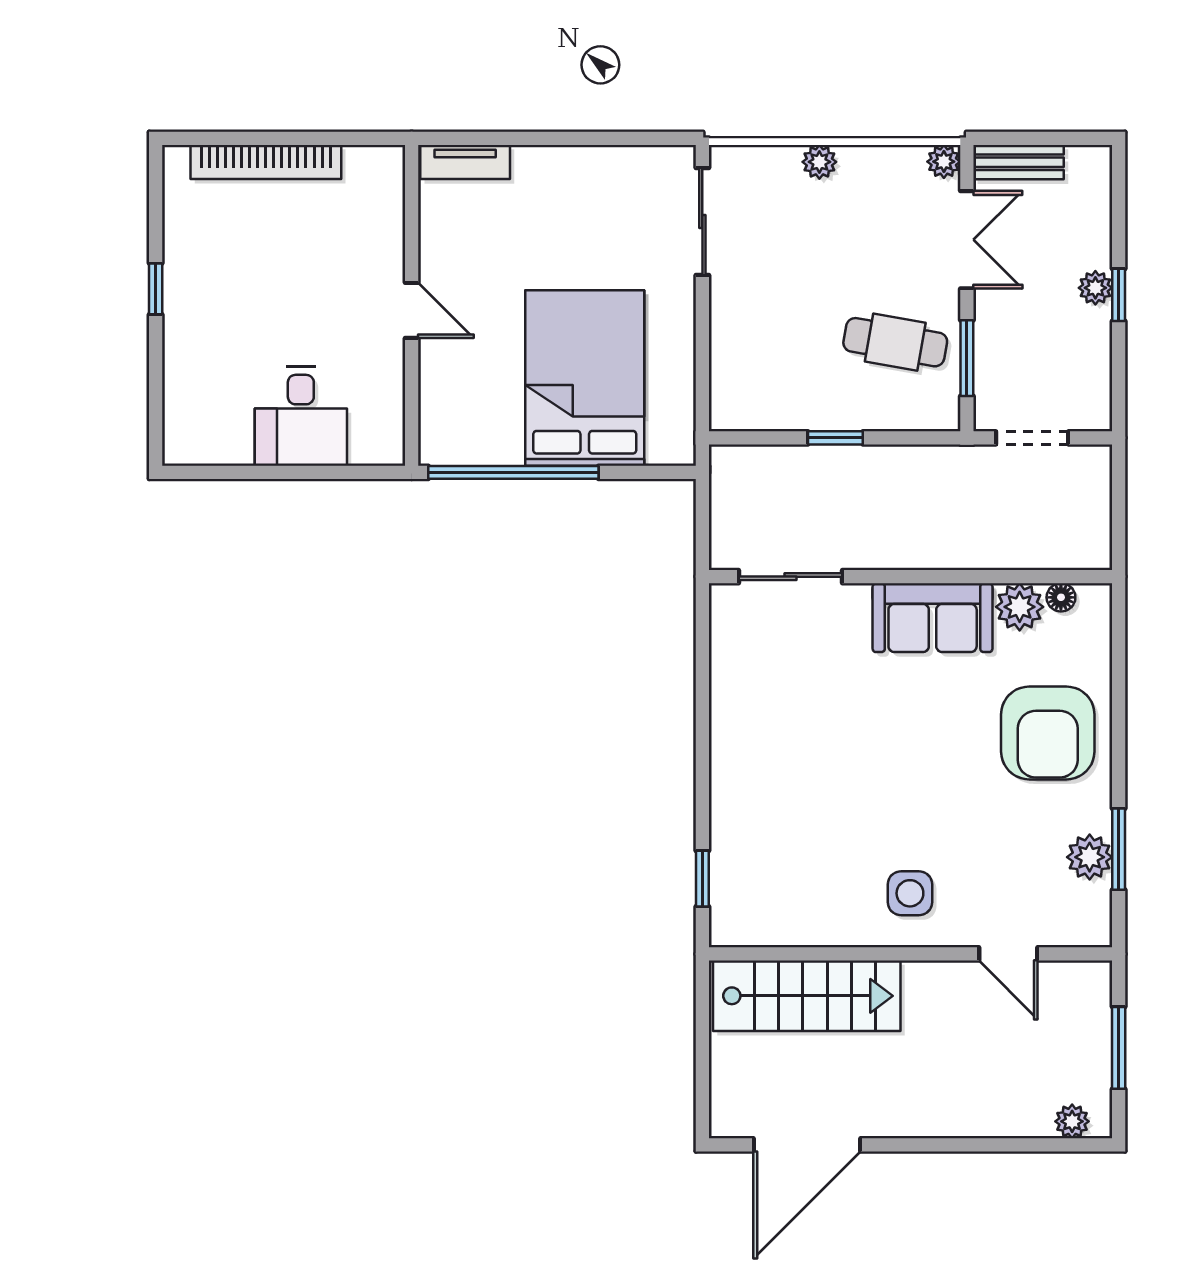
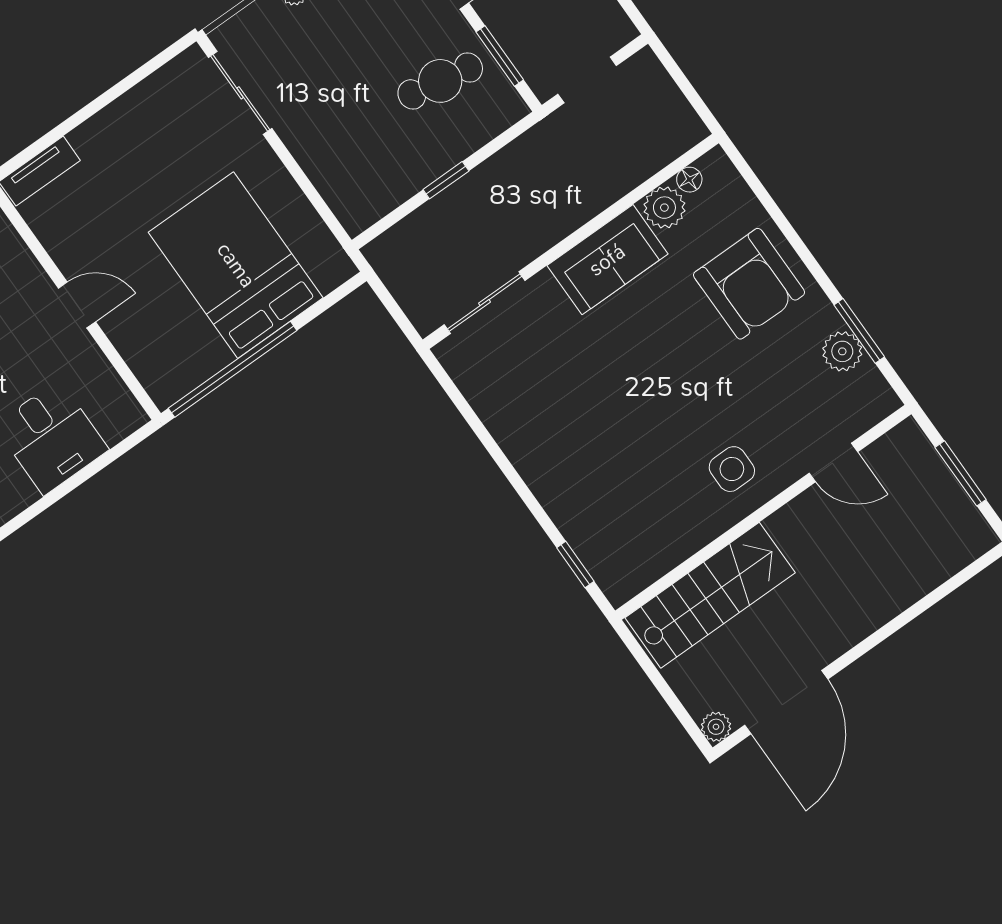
plant: (1072, 1121) -> (716, 727), moved

